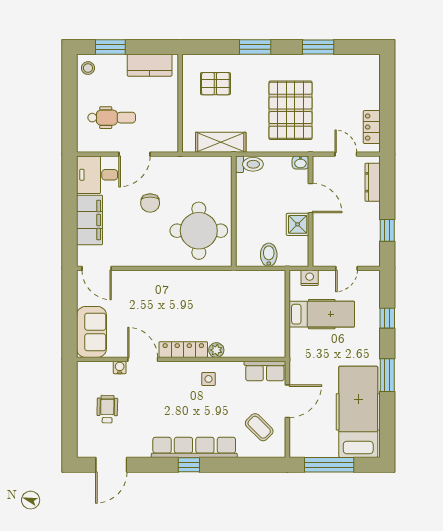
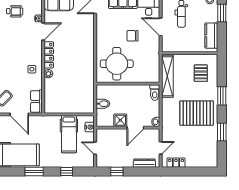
pallet: (291, 110) -> (197, 113), moved
shelving: (221, 142) -> (167, 76), width x1.47

